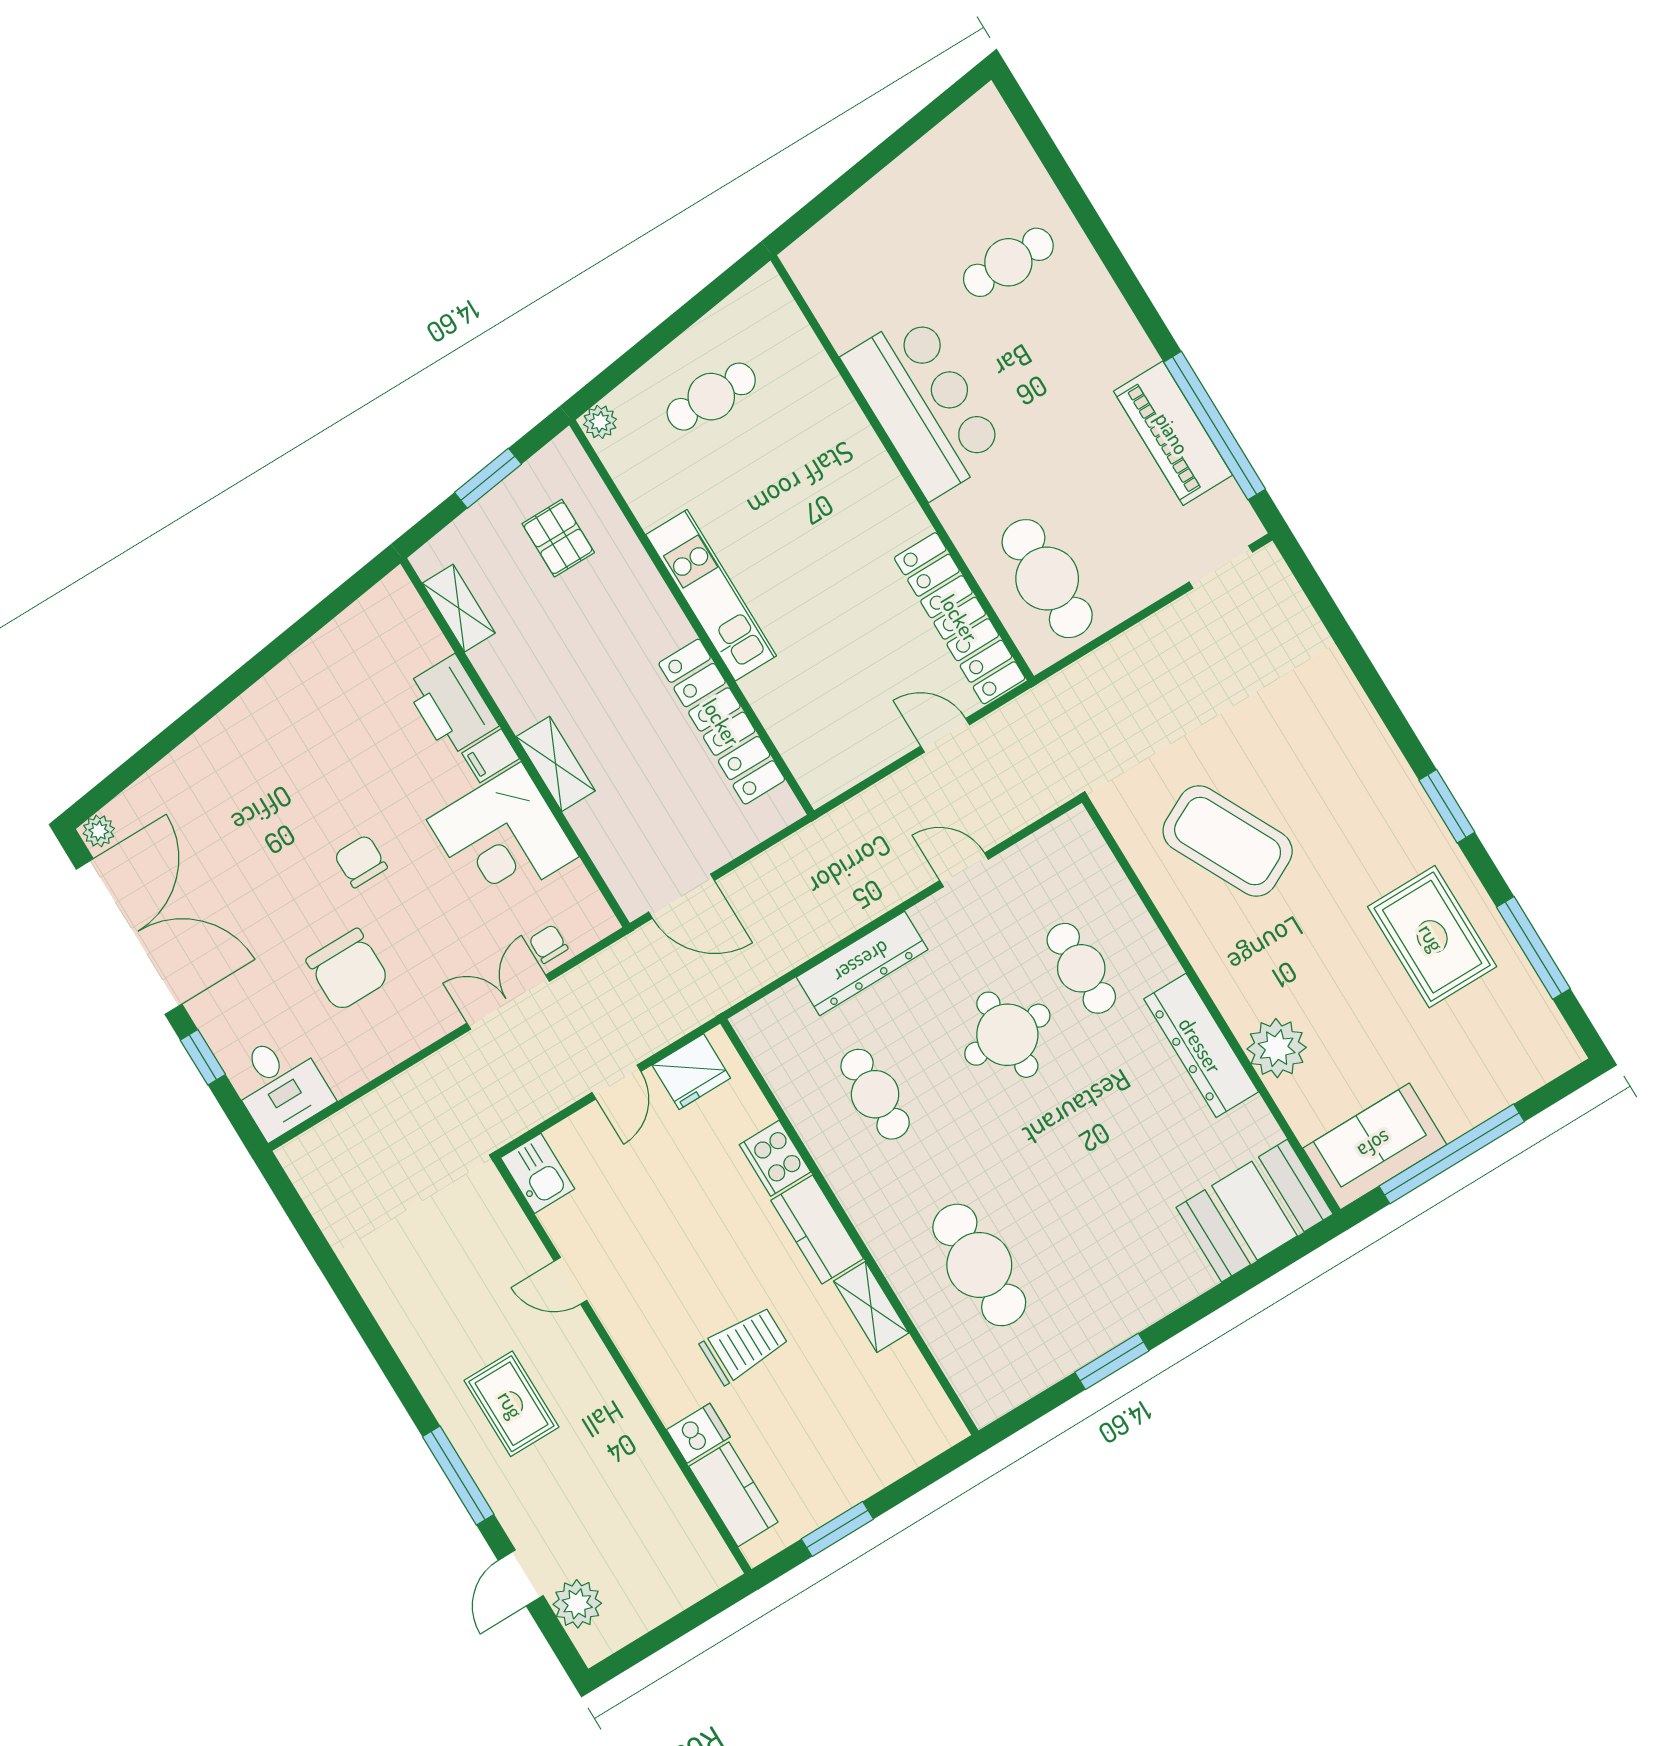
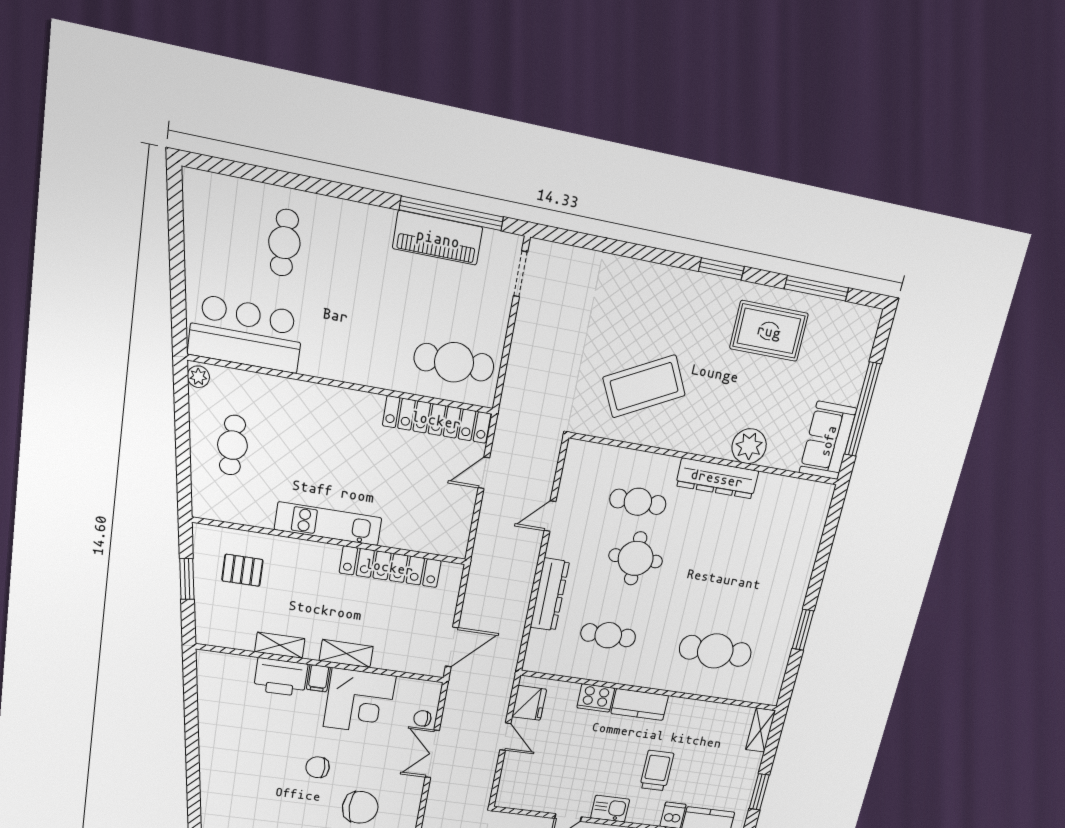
bar counter: (924, 405) -> (246, 334), moved
plant: (600, 422) -> (198, 377), moved
shelving: (459, 608) -> (280, 645), moved
kitchen sink: (538, 1173) -> (610, 809), moved
booth: (1255, 1211) -> (803, 517), removed
shelving: (871, 1307) -> (760, 730), moved, turned 90

